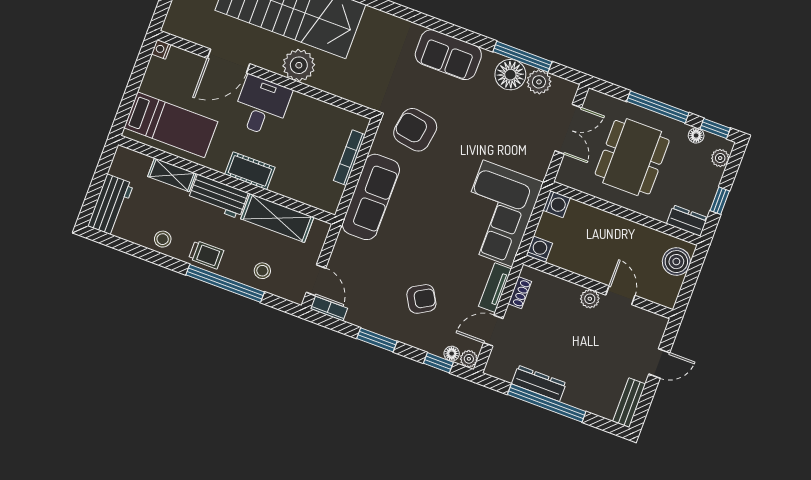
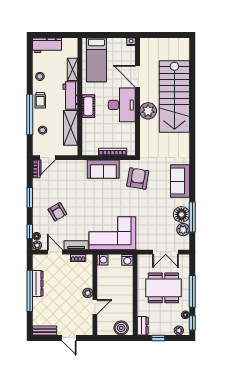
desk: (262, 106) -> (122, 105), width x1.37
sofa: (371, 197) -> (103, 169), width x0.73

